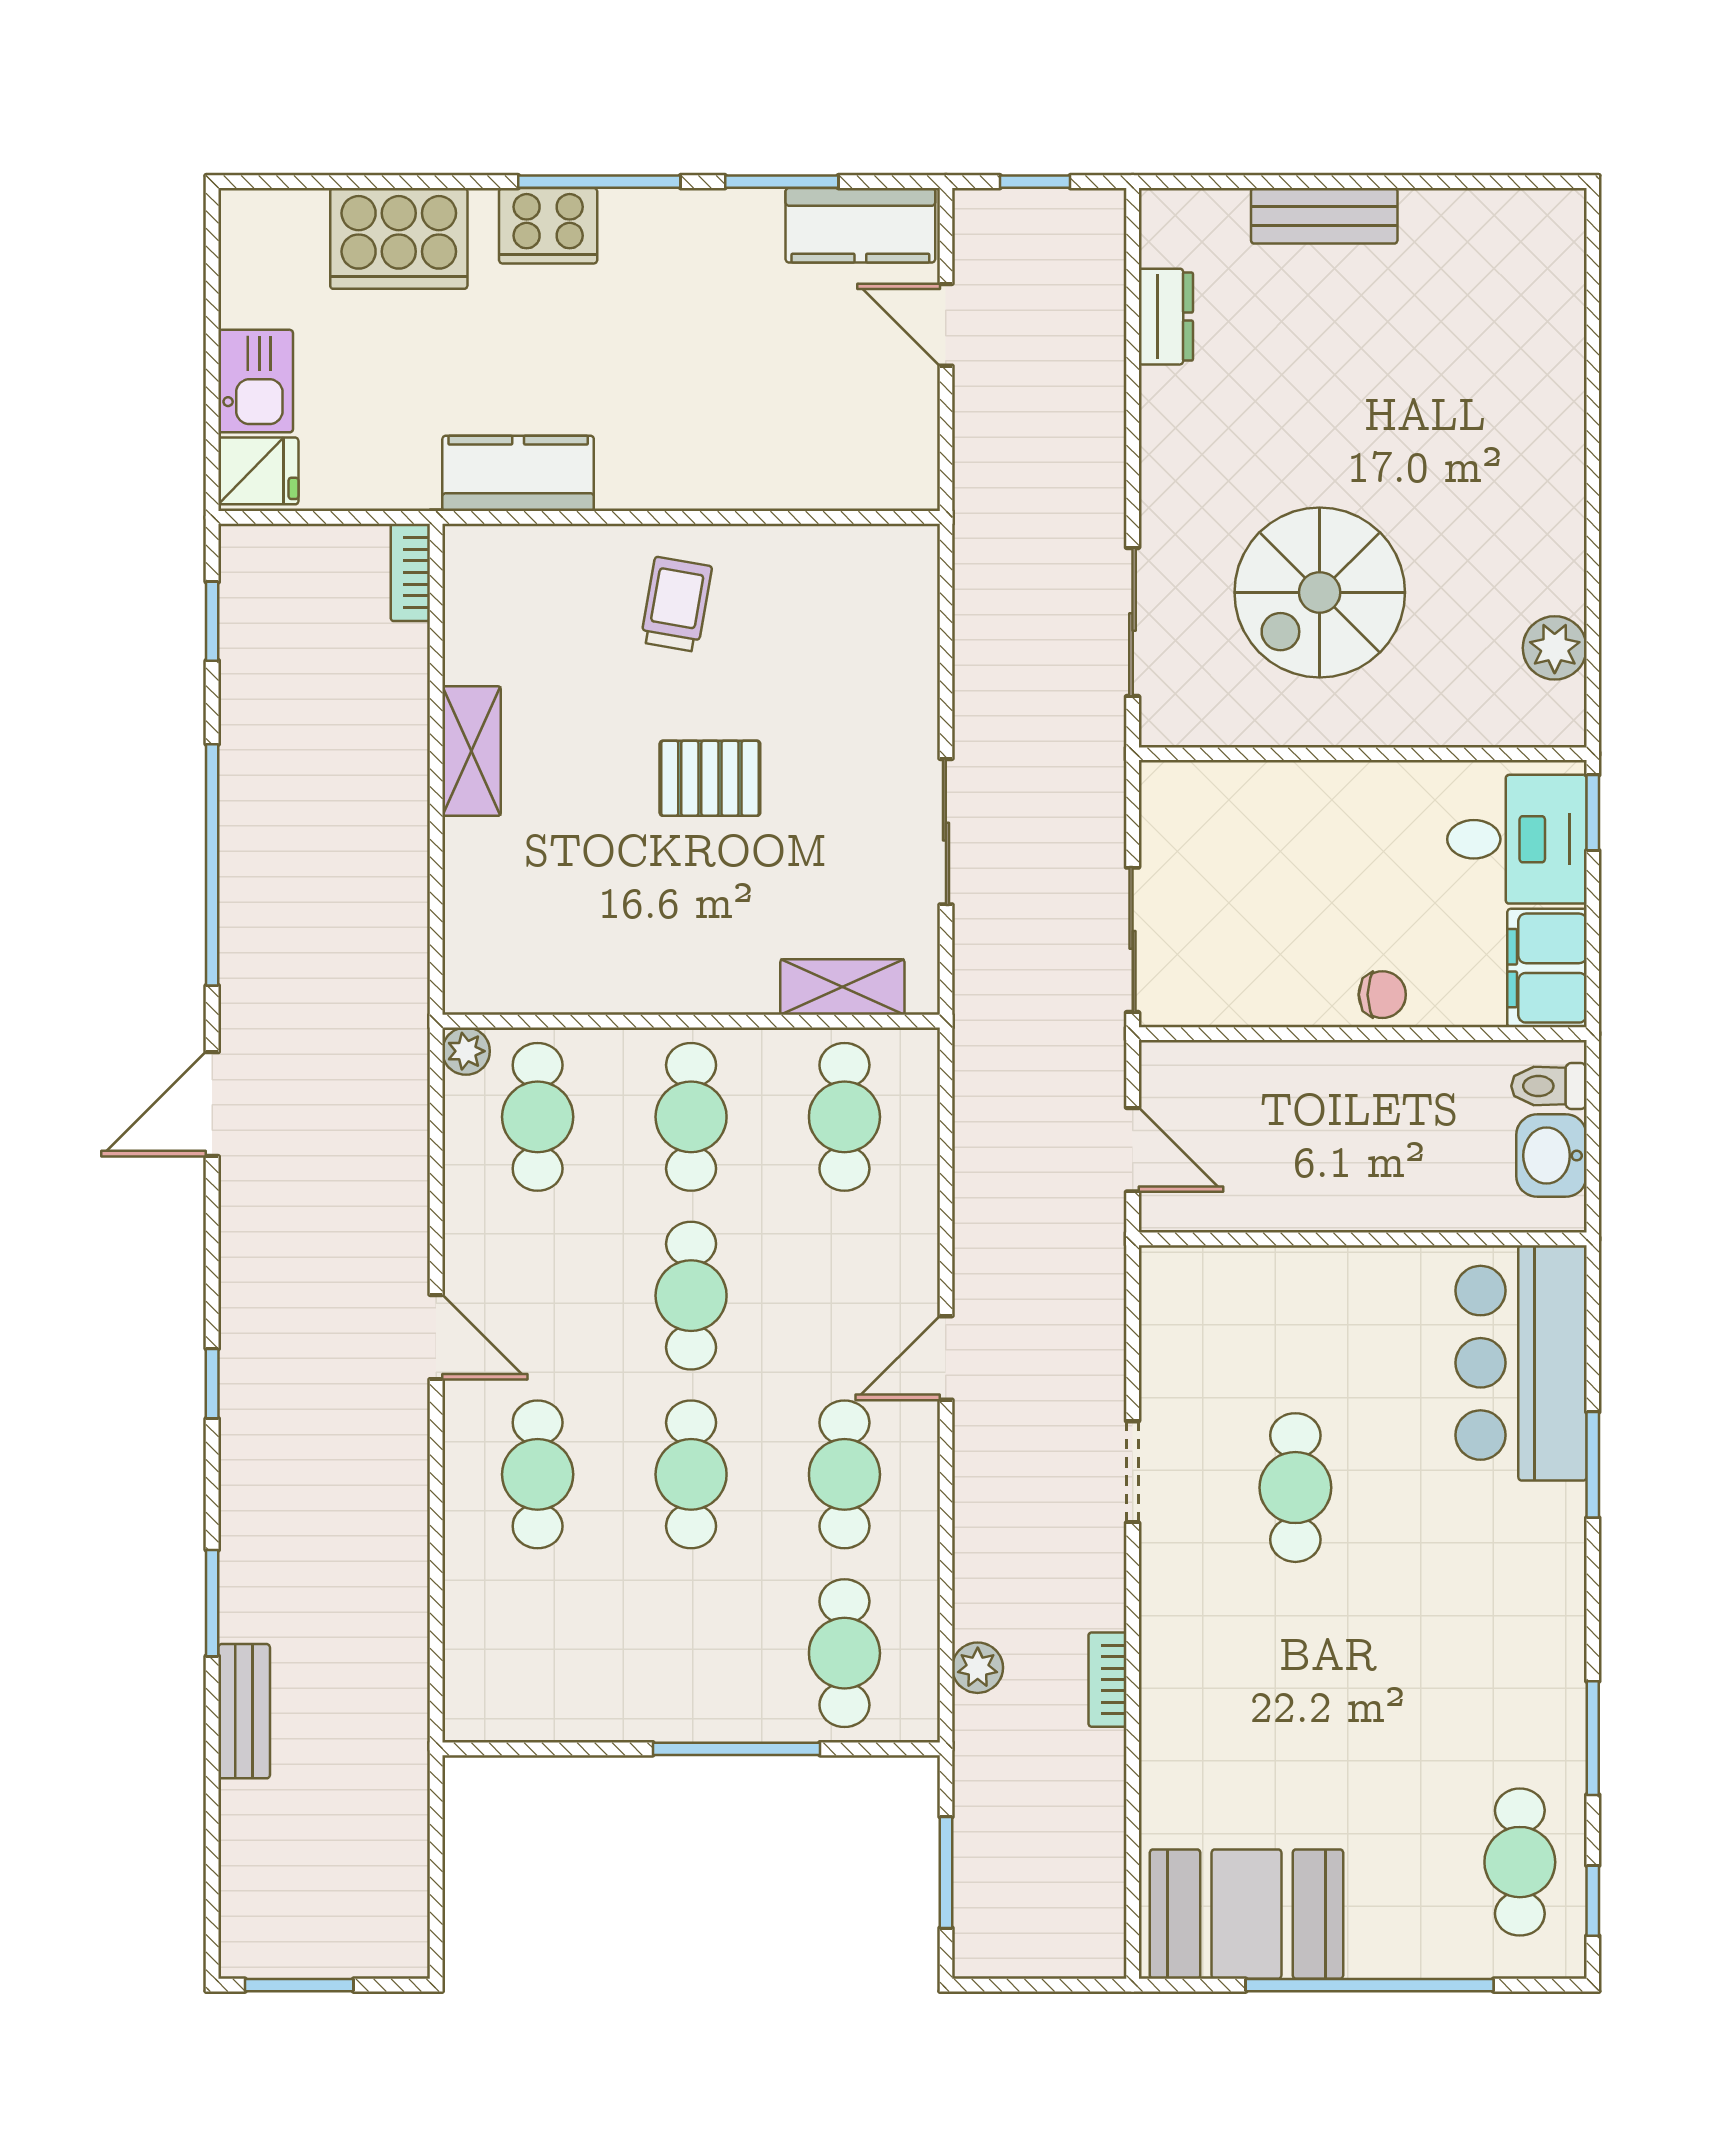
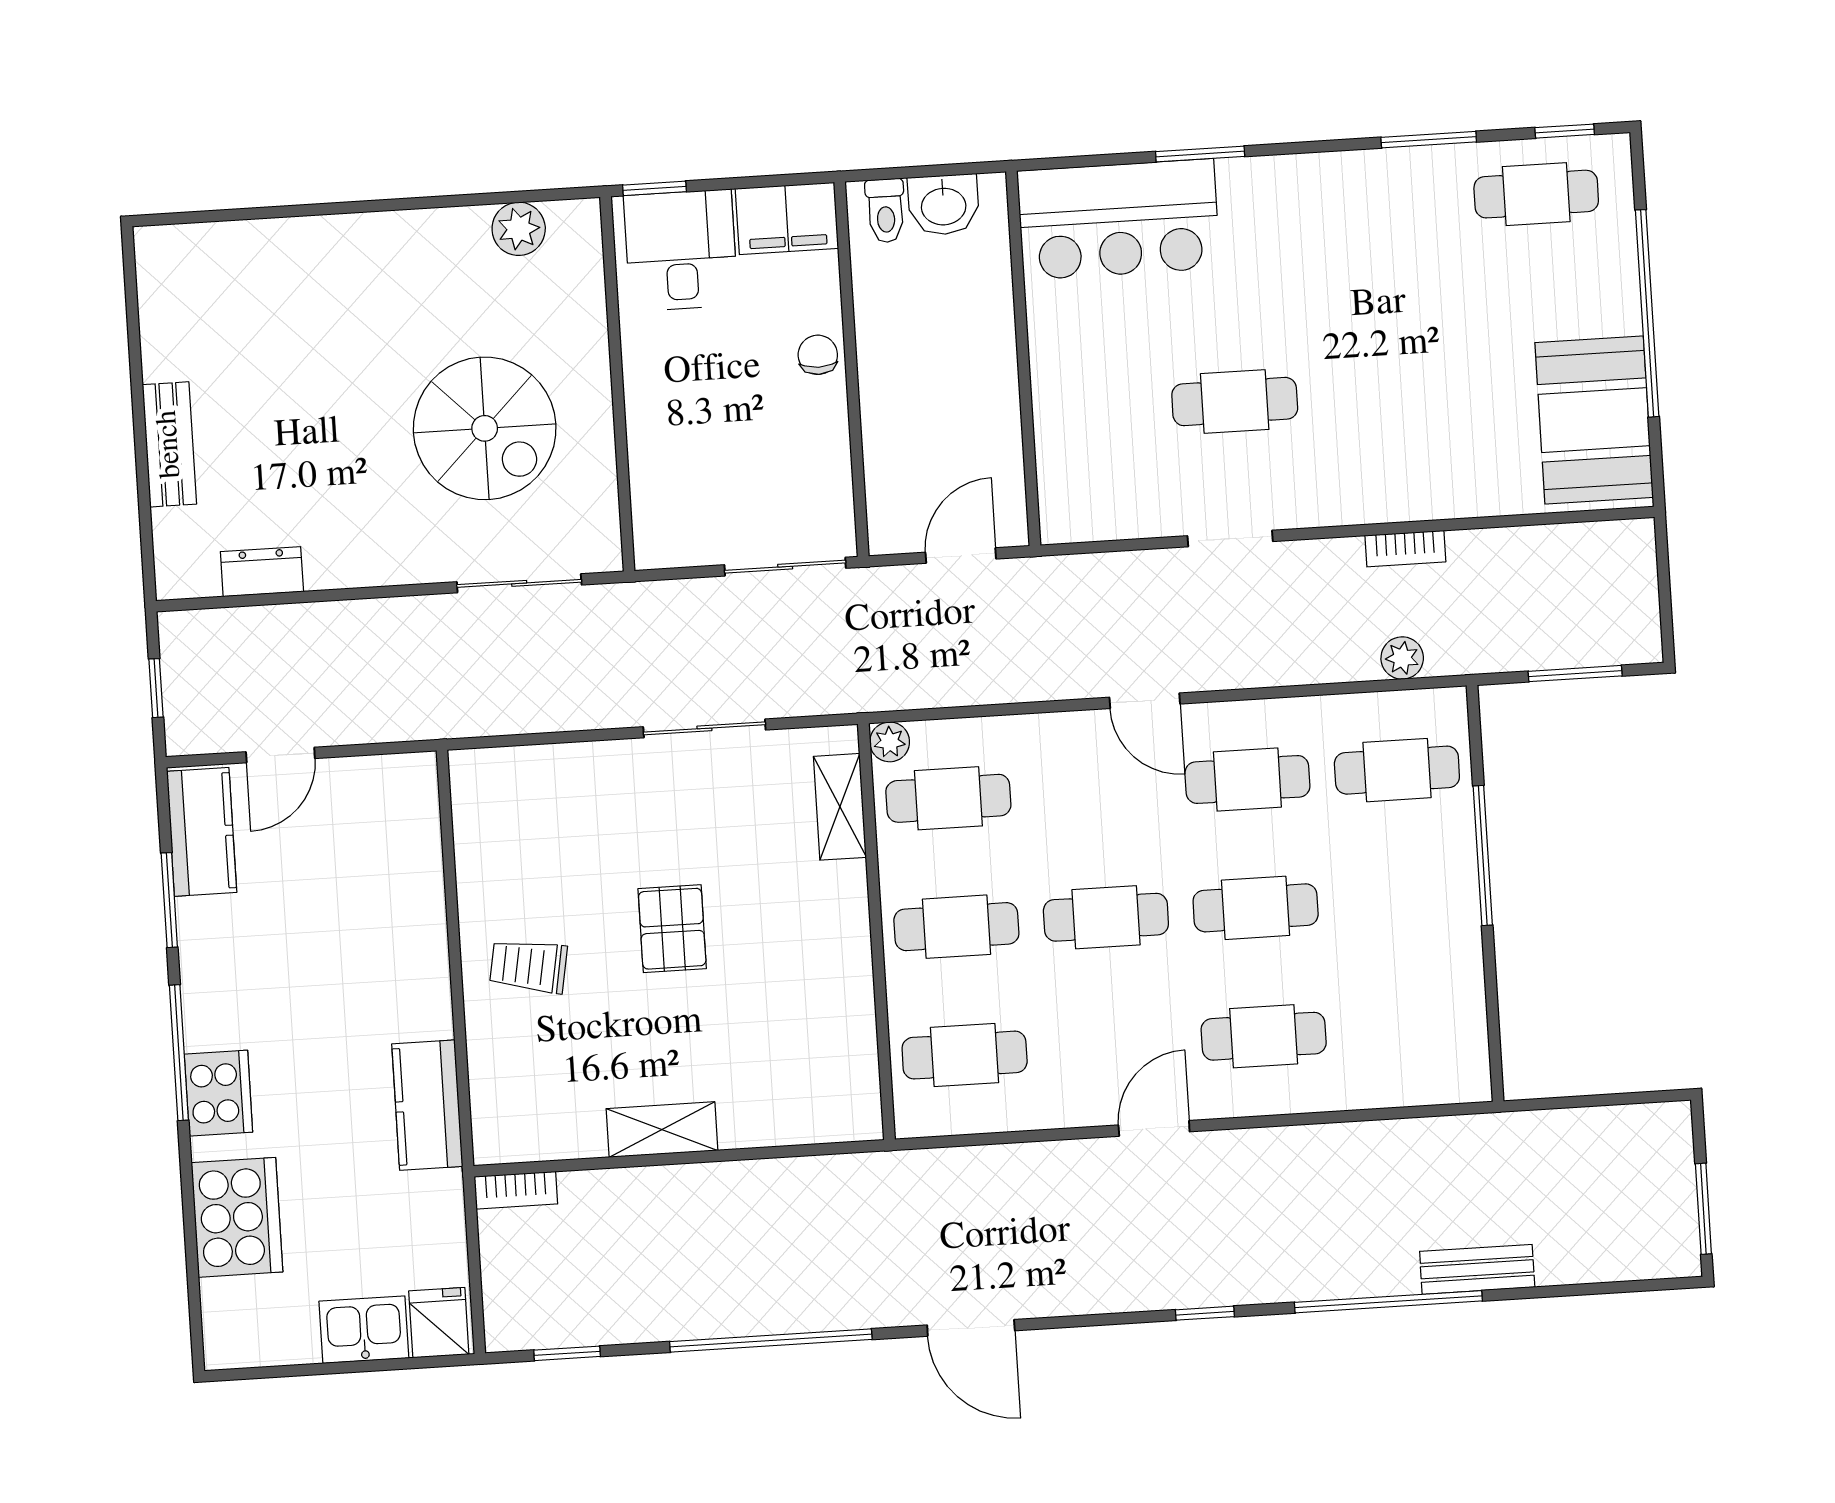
plant: (466, 1051) -> (890, 742), moved
window: (212, 1603) -> (1388, 1302), width x2.11

